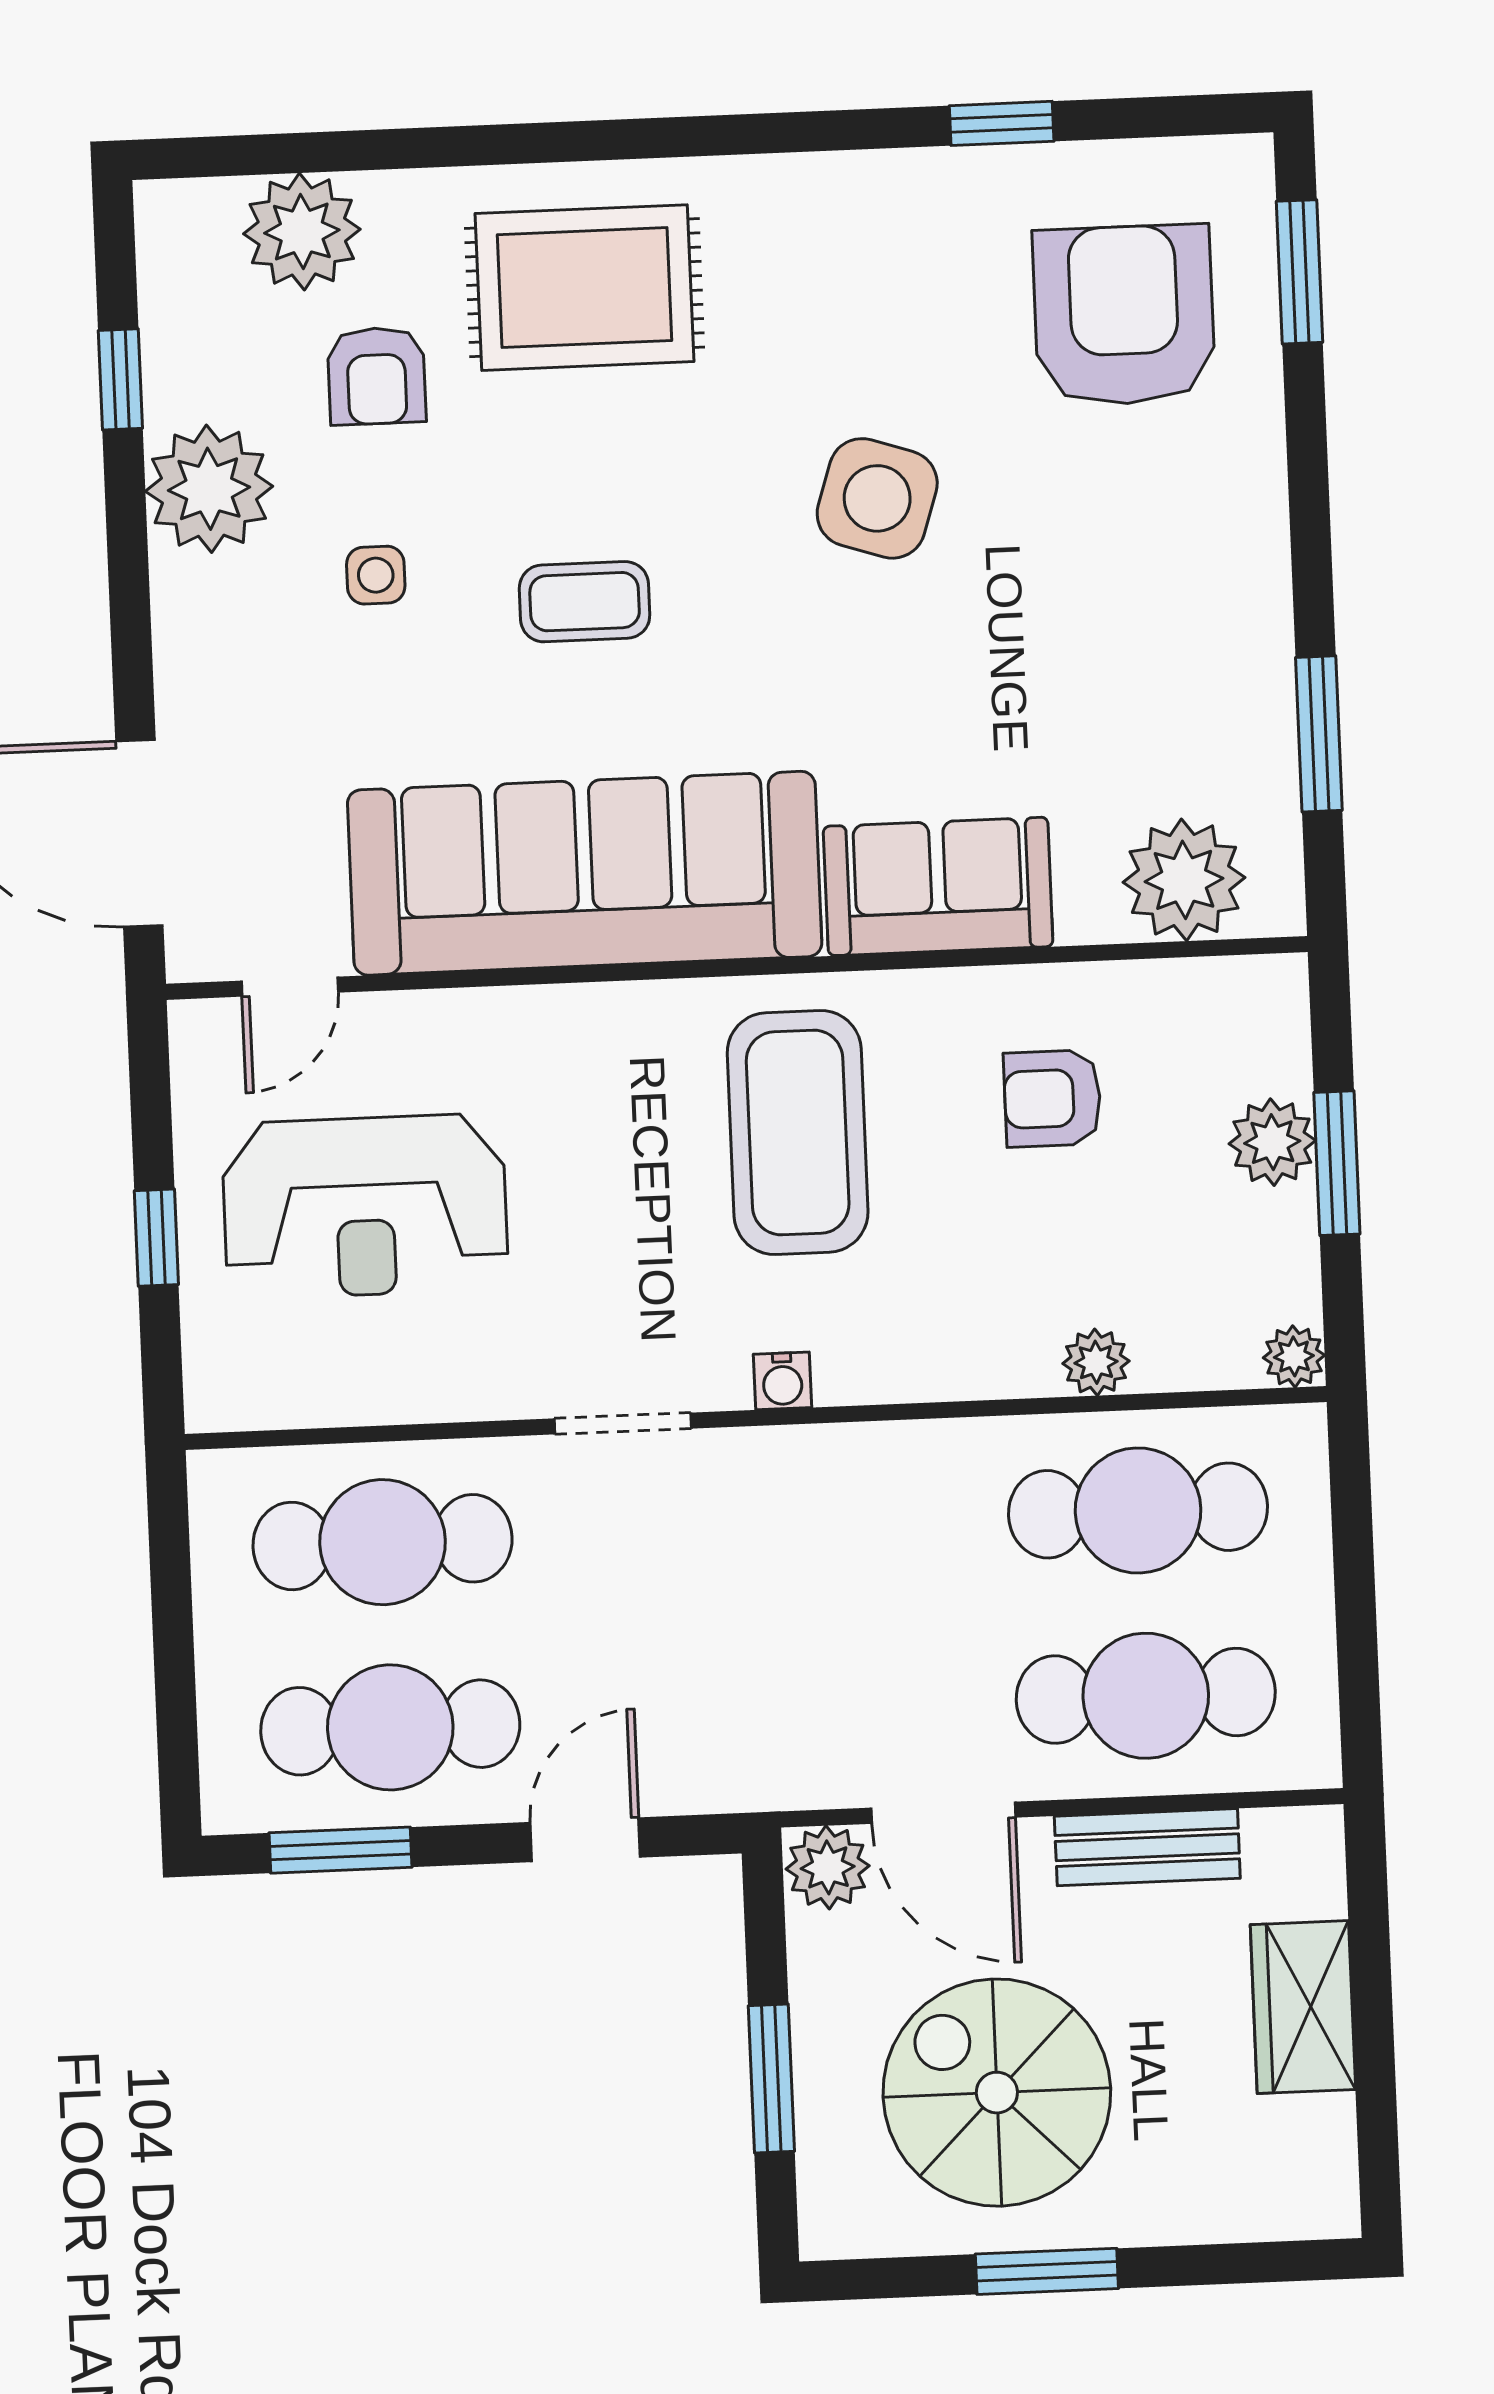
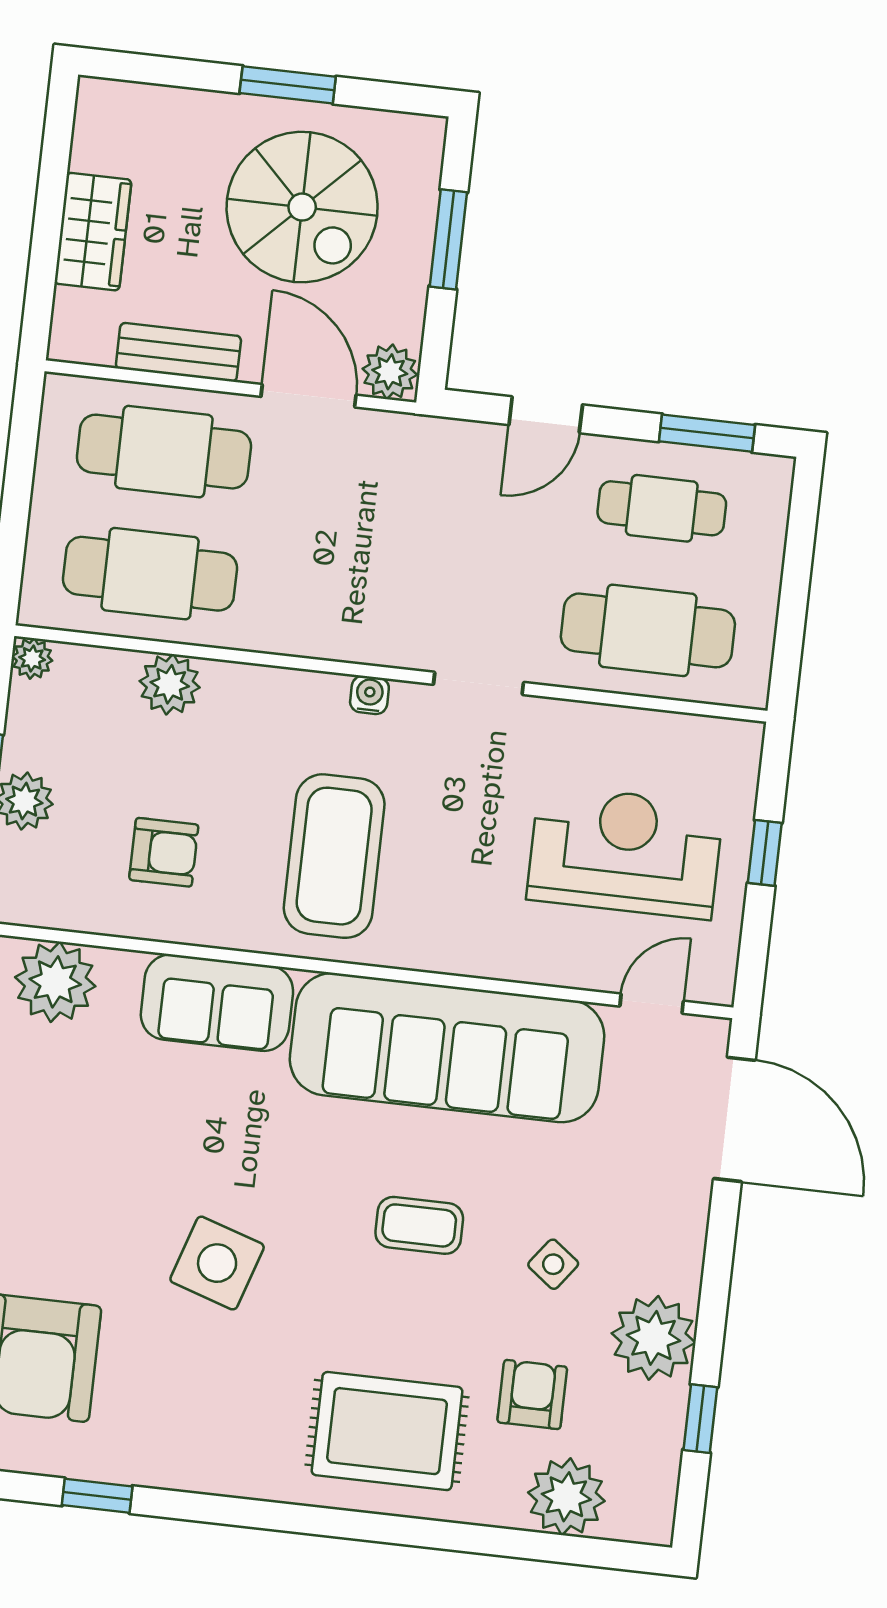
side table: (376, 575) -> (553, 1264), turned 37
plant: (1096, 1362) -> (170, 684), width x1.38, depth x1.38
cafe table: (390, 1727) -> (662, 508), width x0.73, depth x0.74

